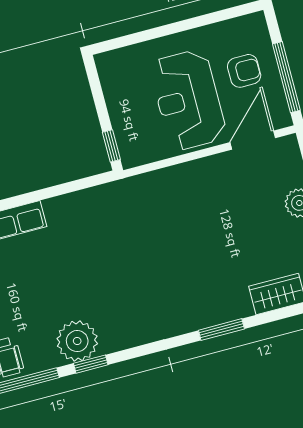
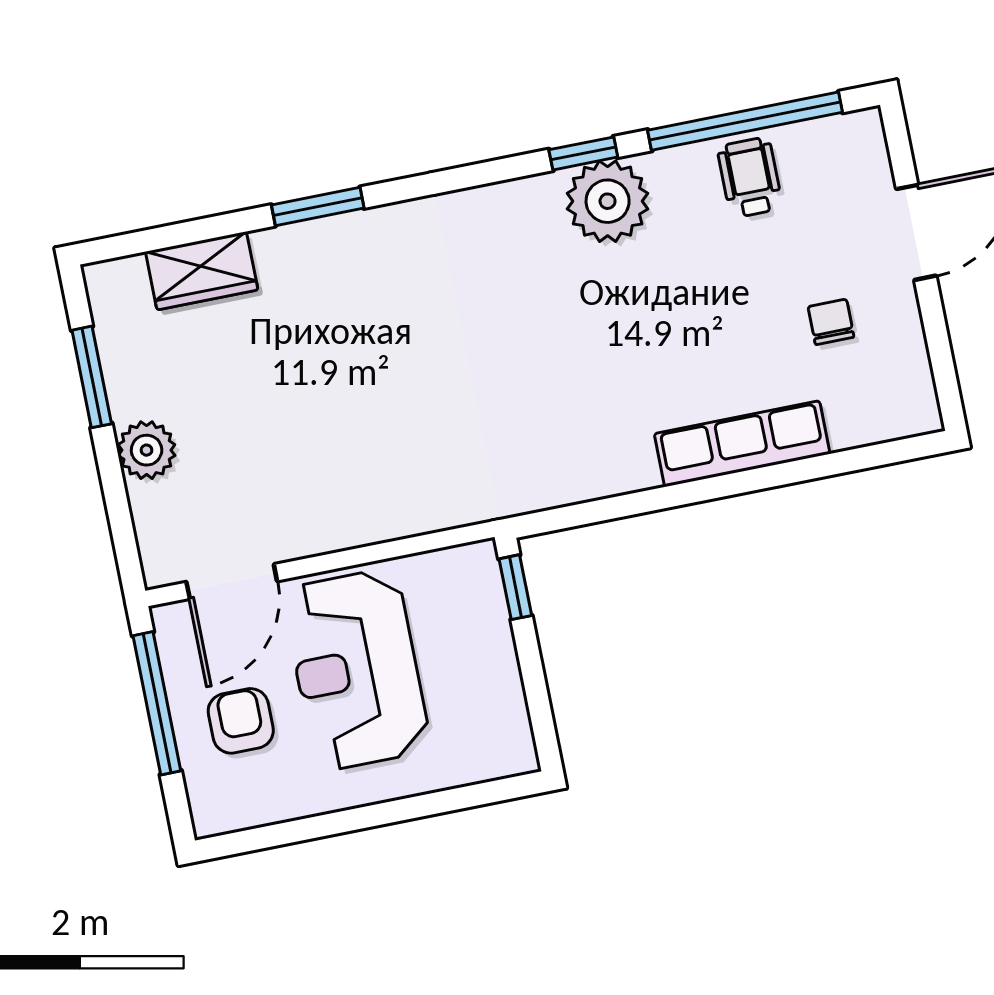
armchair: (244, 71) -> (241, 721), turned 90
reception desk: (188, 100) -> (357, 670), turned 180

